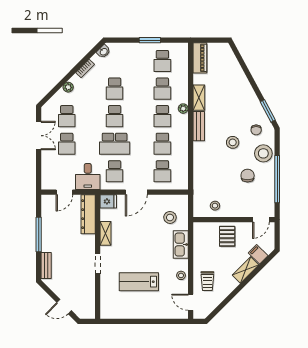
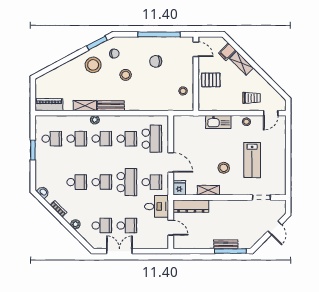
stool: (263, 153) -> (93, 65), moved
school desk: (162, 171) -> (152, 139), width x1.85
stool: (170, 217) -> (224, 168), moved
window: (39, 235) -> (230, 251), moved
doorway: (98, 264) -> (261, 197), moved
bench: (46, 265) -> (226, 244), moved

